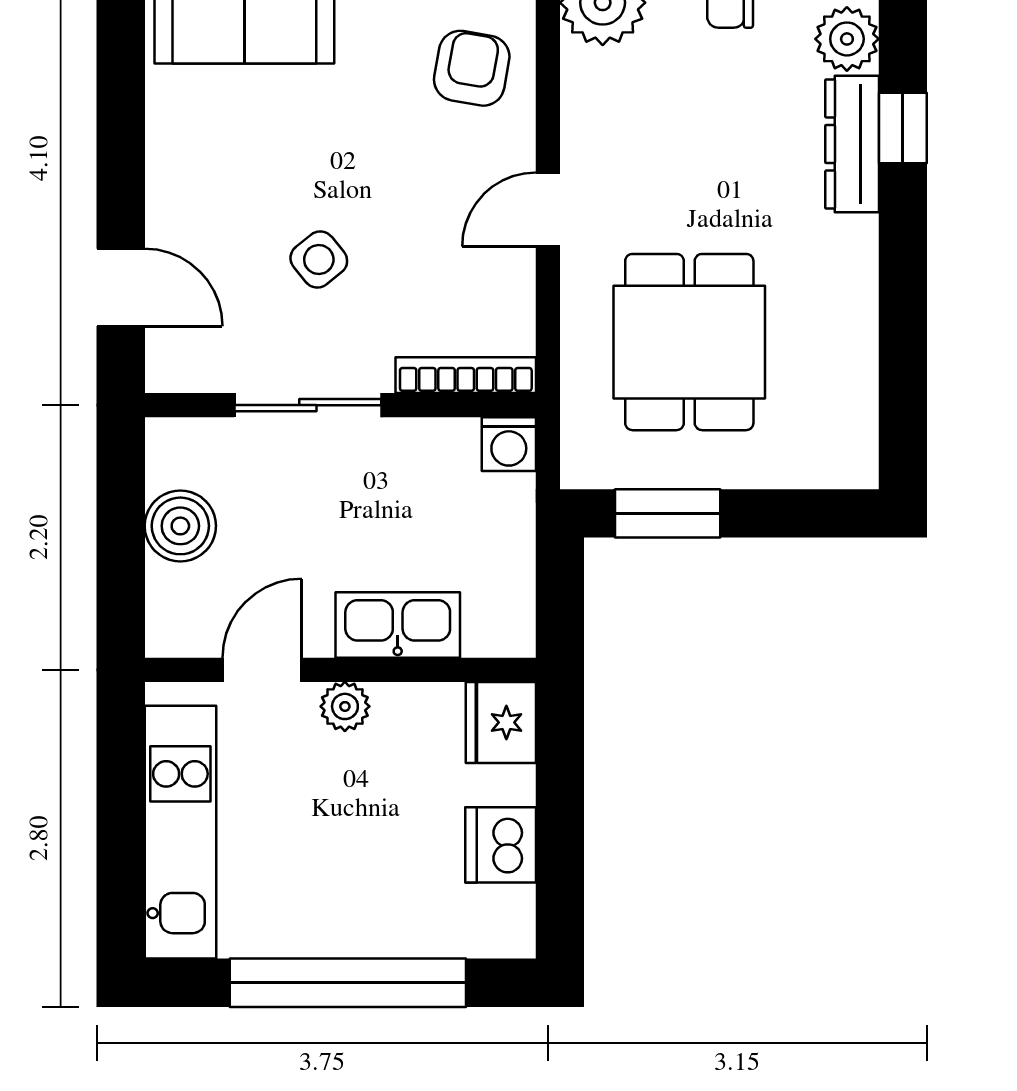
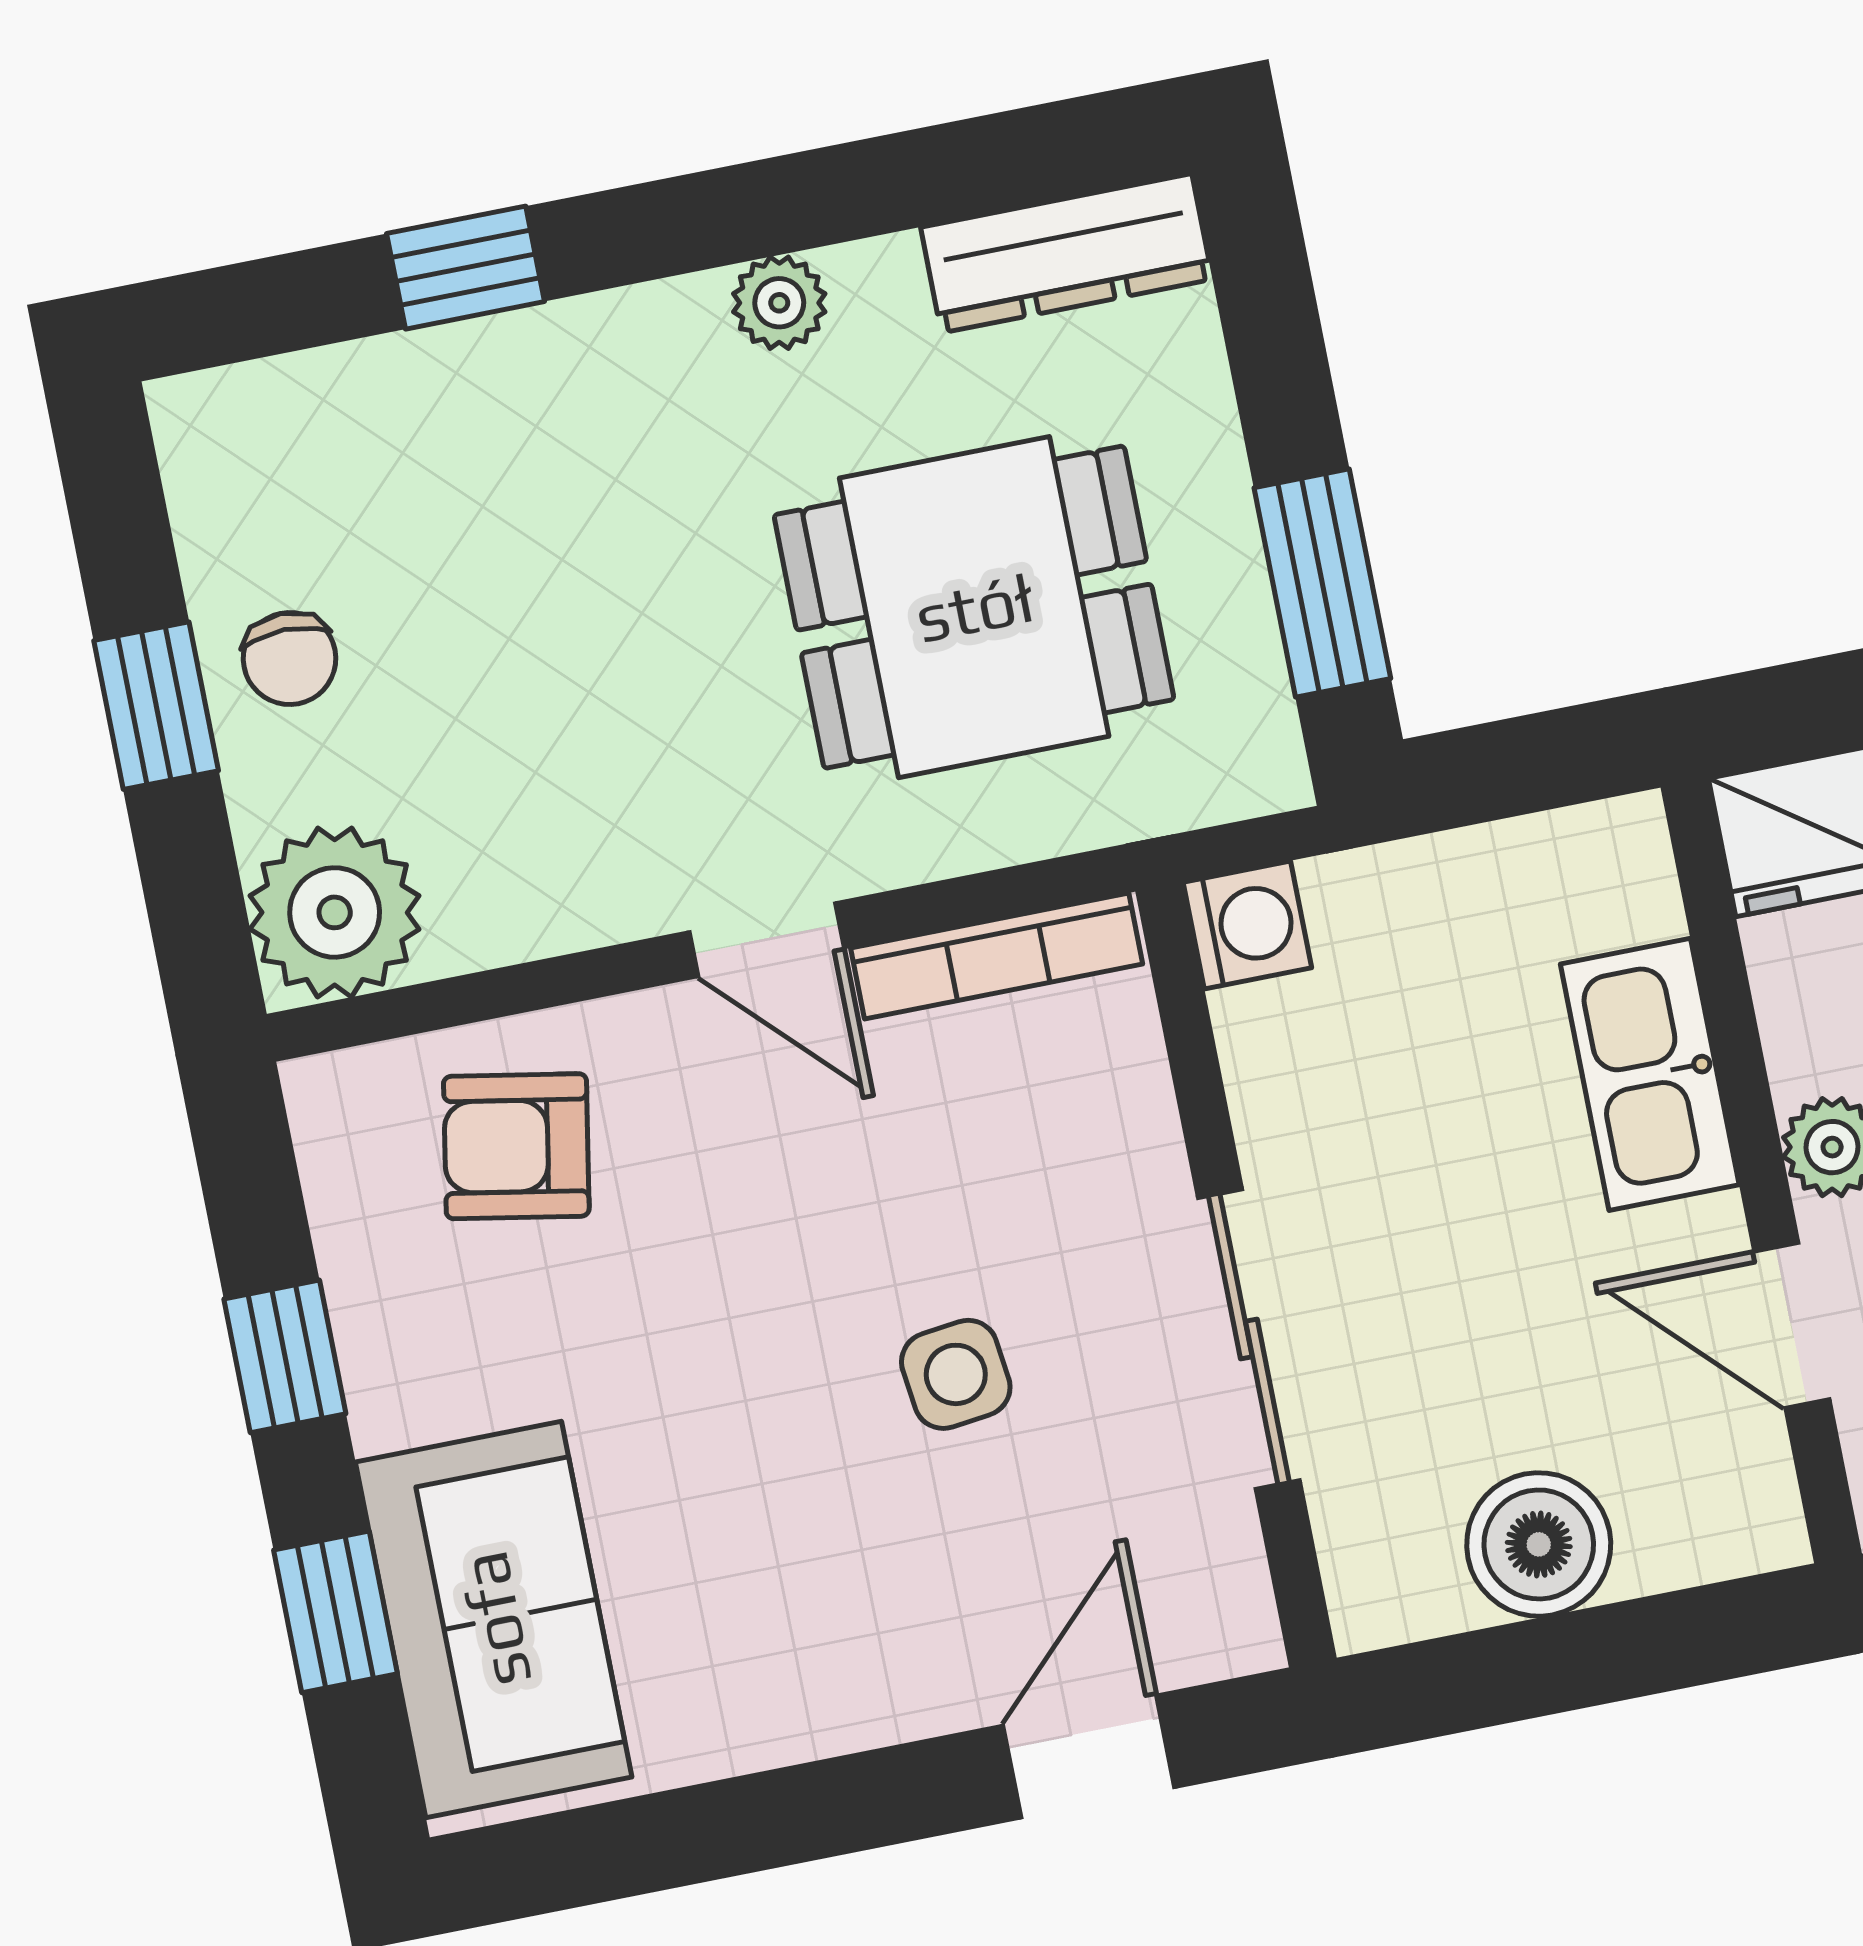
plant: (847, 39) -> (779, 303), moved, width x0.73, depth x0.73
dresser: (852, 144) -> (1067, 253), moved
side table: (319, 259) -> (956, 1374), turned 32
bookcase: (466, 375) -> (997, 956), moved, turned -90

